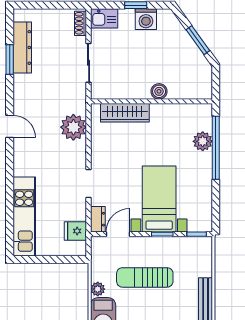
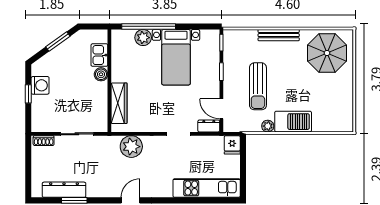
kitchen sink: (104, 18) -> (99, 55), moved, turned 180
bed with nightstands: (159, 199) -> (176, 57), moved, turned -90
fridge: (75, 231) -> (232, 145), moved

